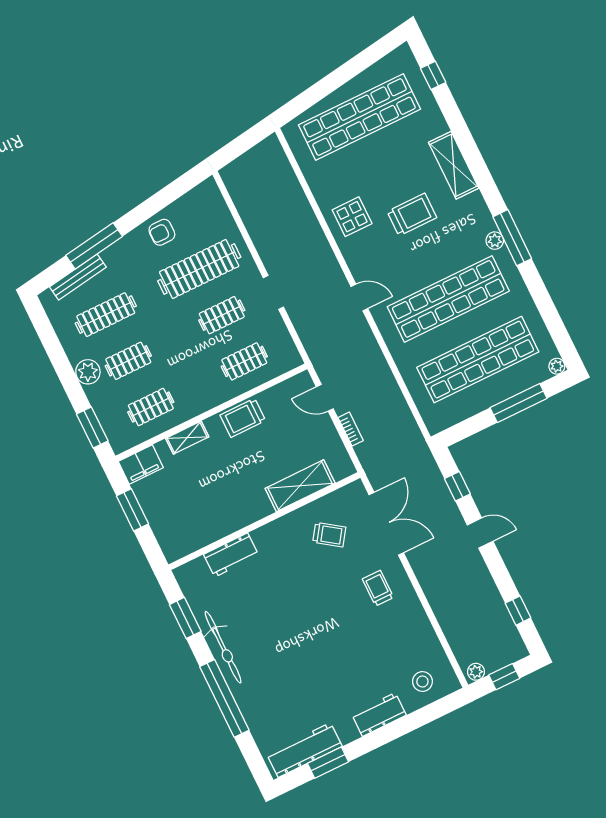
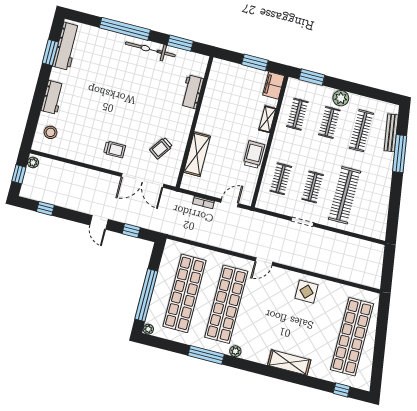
trolley: (412, 215) -> (283, 322), removed
armchair: (162, 232) -> (378, 192), removed
window: (512, 238) -> (206, 355), moved
window: (519, 403) -> (146, 295), width x1.46
door: (480, 533) -> (99, 222), hinge flipped

